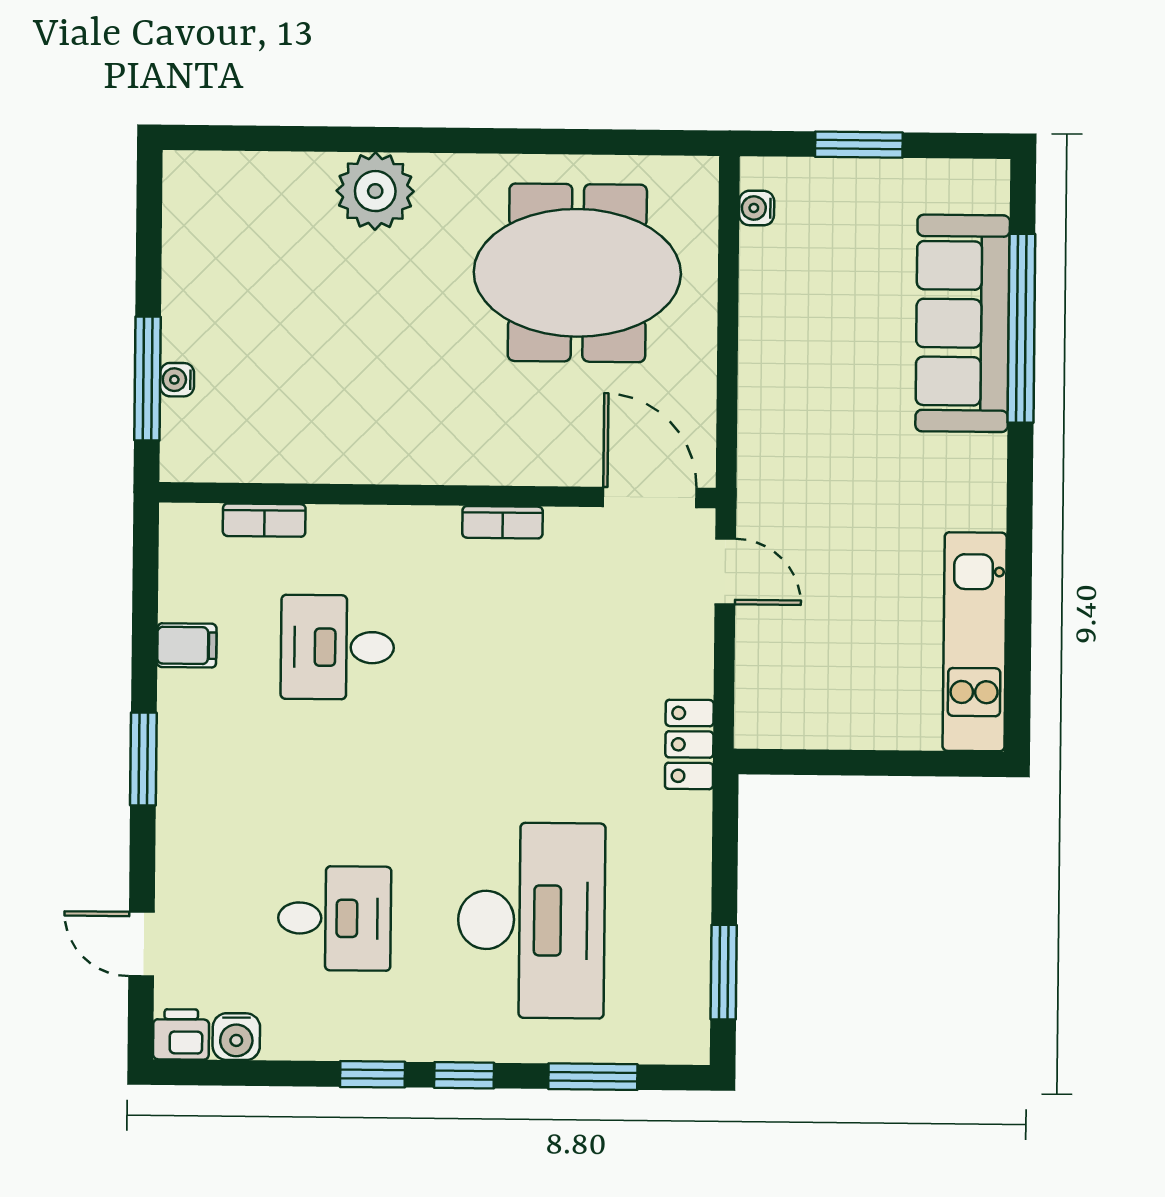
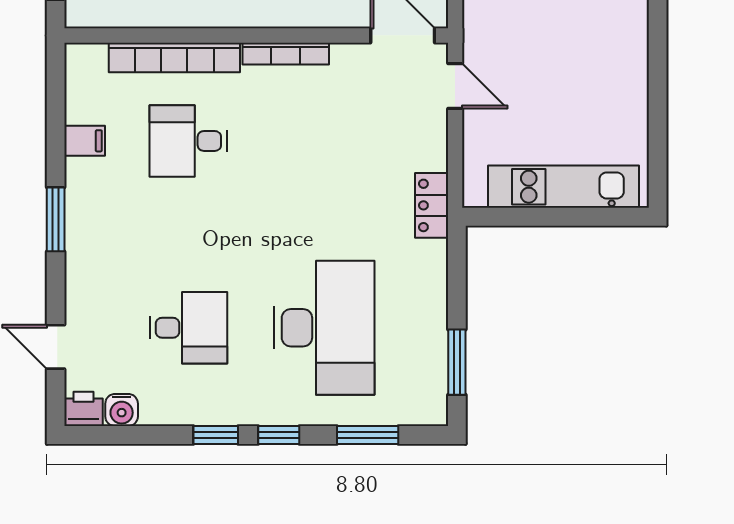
bookcase: (264, 520) -> (174, 57), width x2.31, depth x1.31
bookcase: (502, 522) -> (286, 54), width x1.56
kitchen unit: (975, 642) -> (563, 187), moved, turned 90

